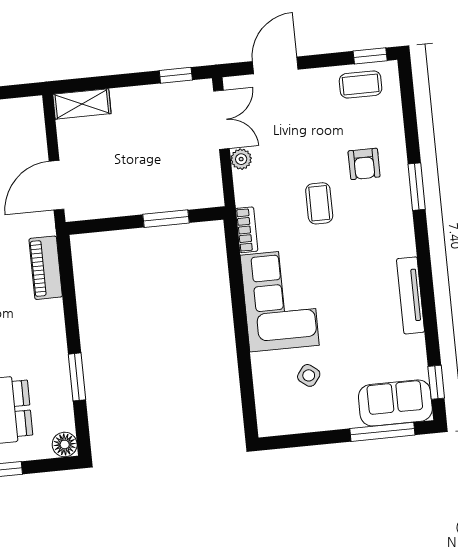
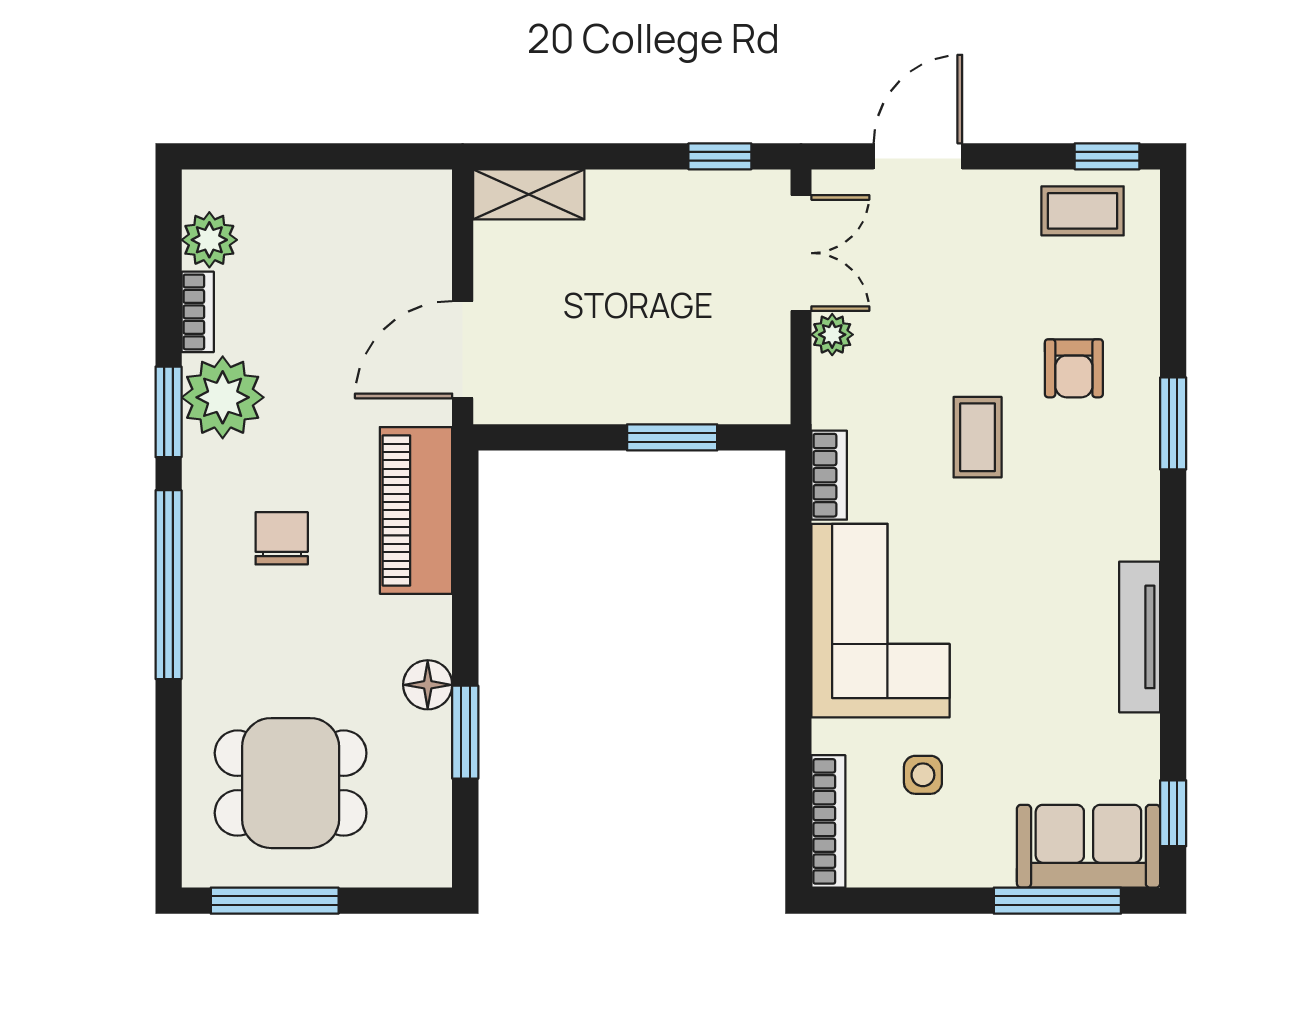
piano: (46, 268) -> (416, 510), width x1.37, depth x1.33
side table: (309, 375) -> (923, 775), turned -37
bookcase: (264, 404) -> (828, 821), added
floor lamp: (65, 444) -> (428, 685), moved

